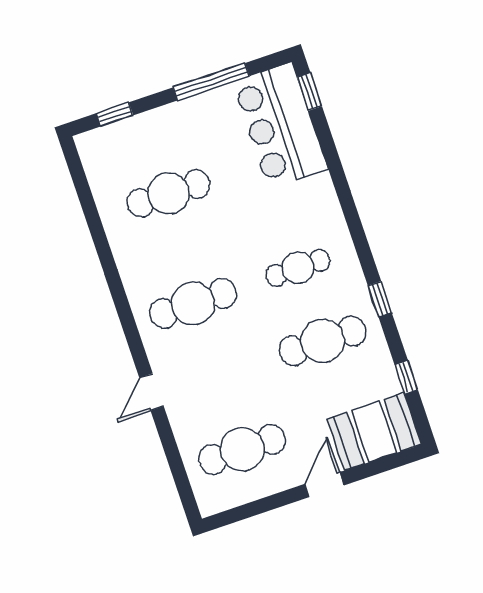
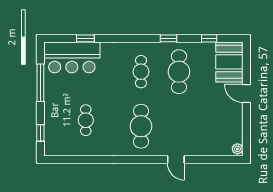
window: (309, 92) -> (85, 38), moved
cafe table: (169, 193) -> (86, 120), width x0.73, depth x0.74
cafe table: (242, 449) -> (217, 126), removed
plant: (212, 503) -> (237, 149), added

